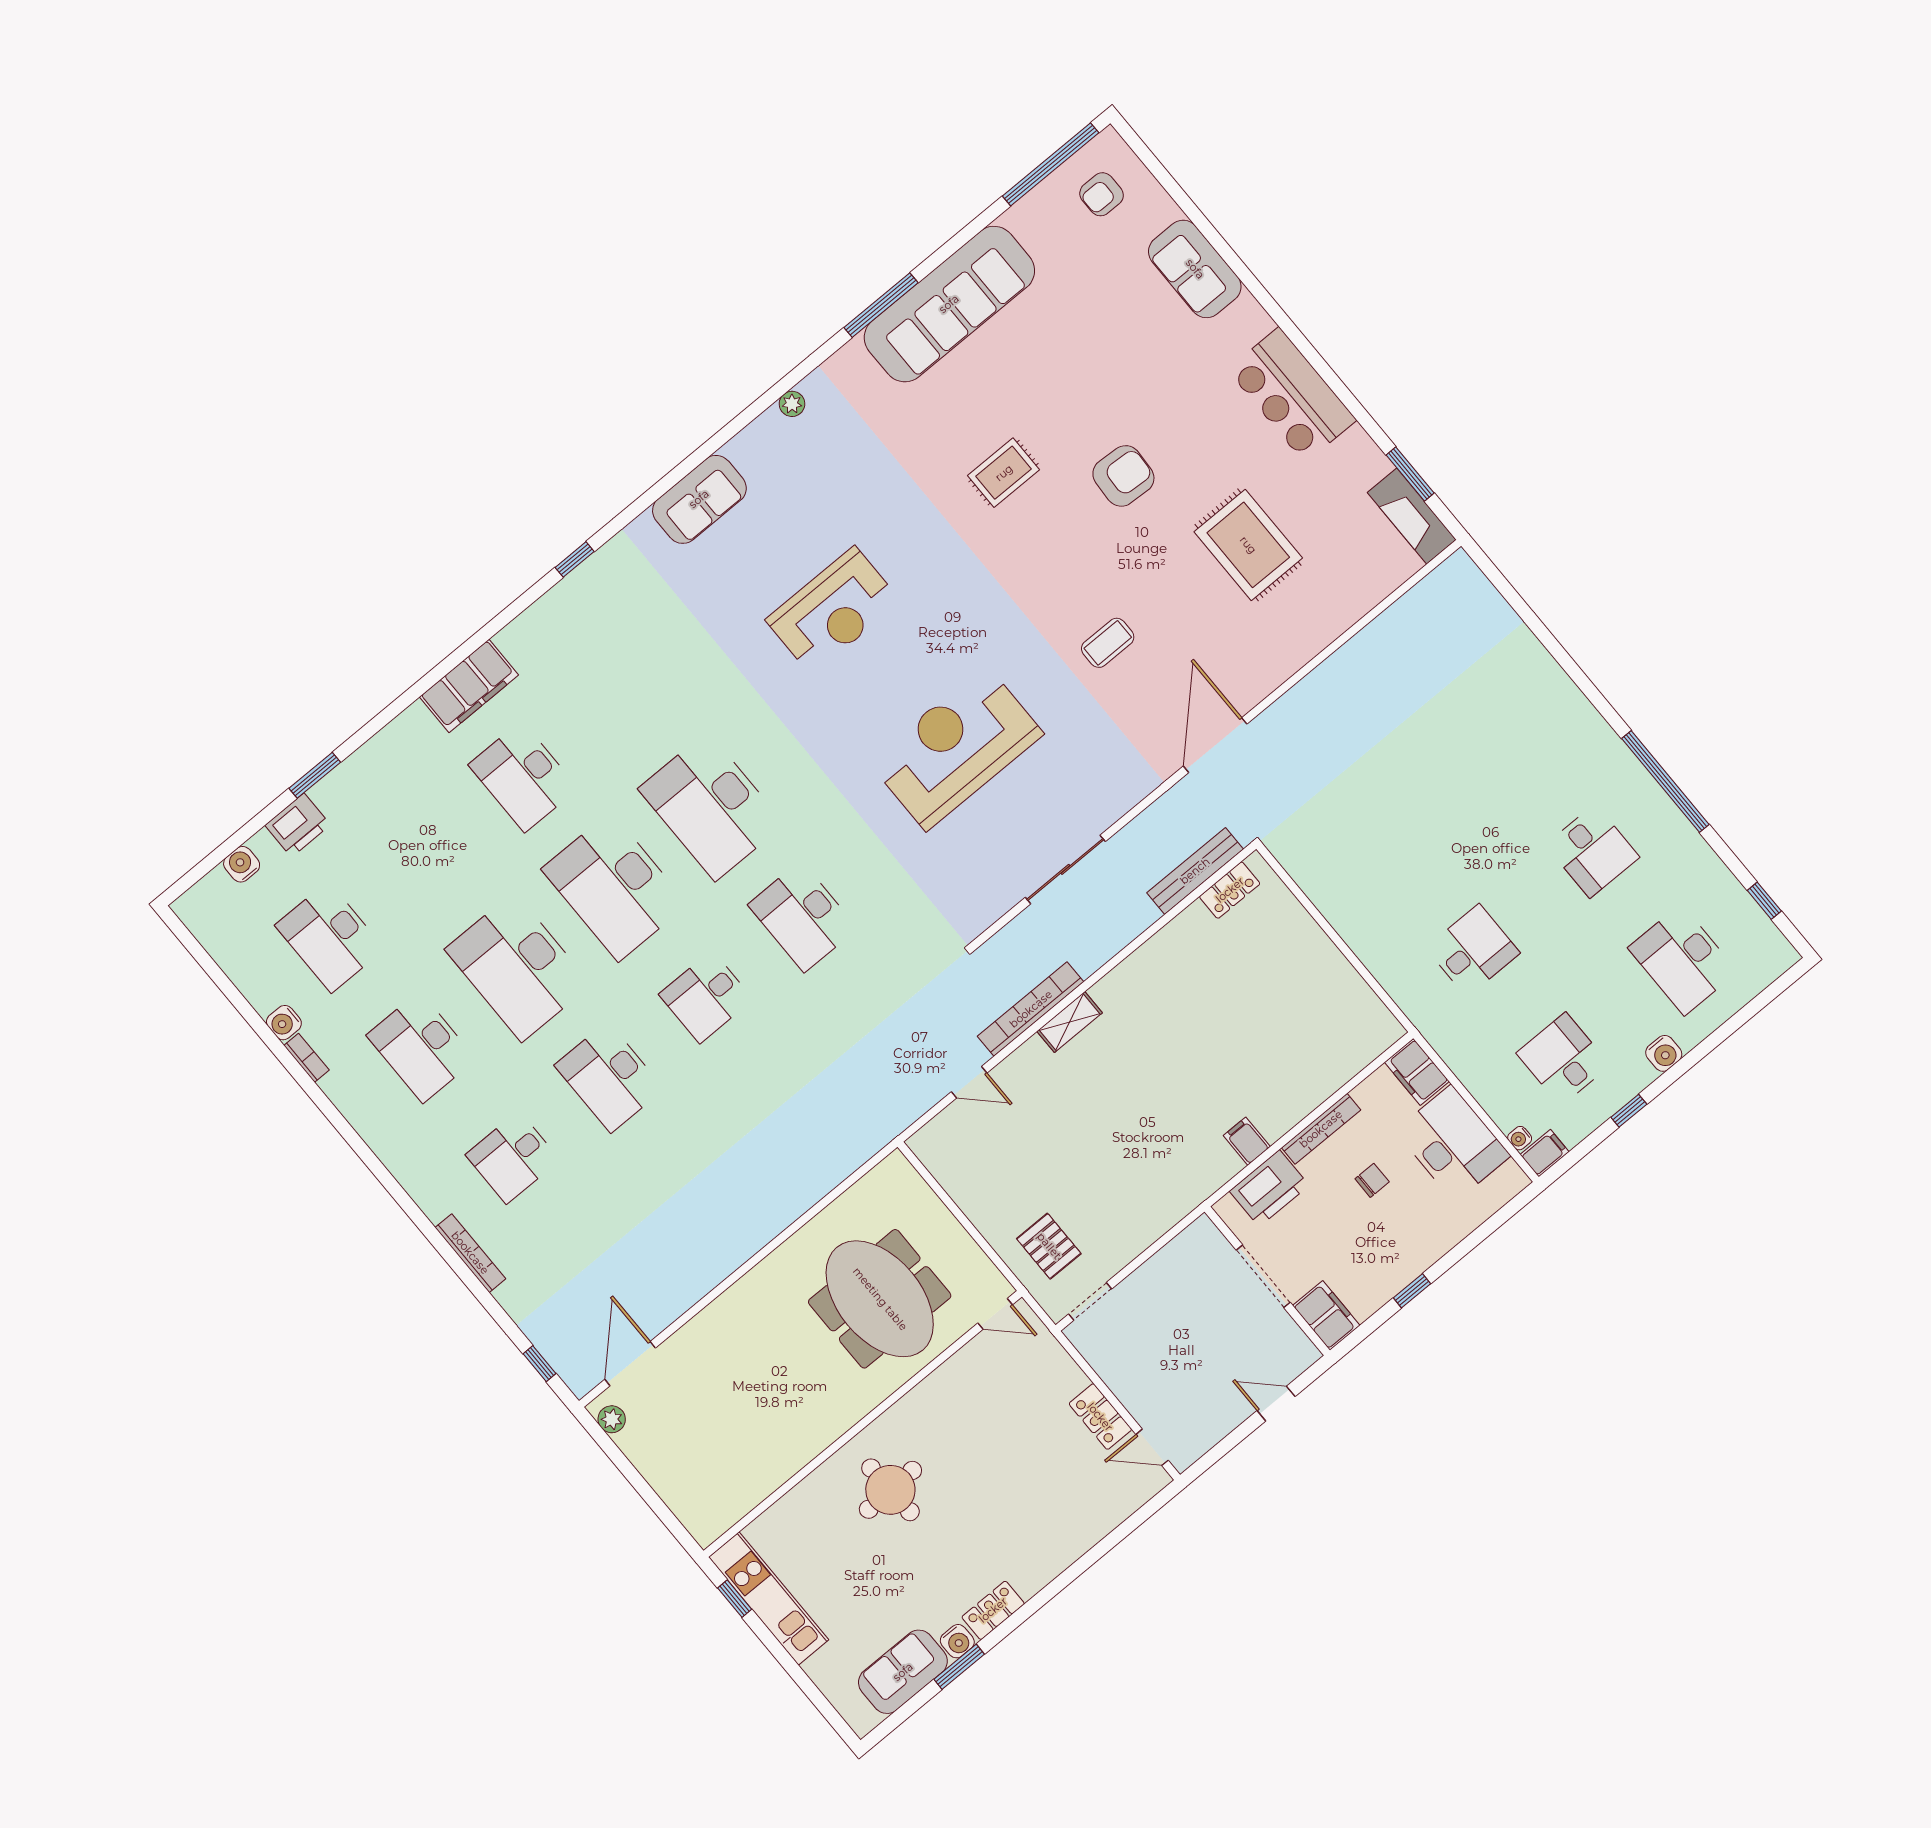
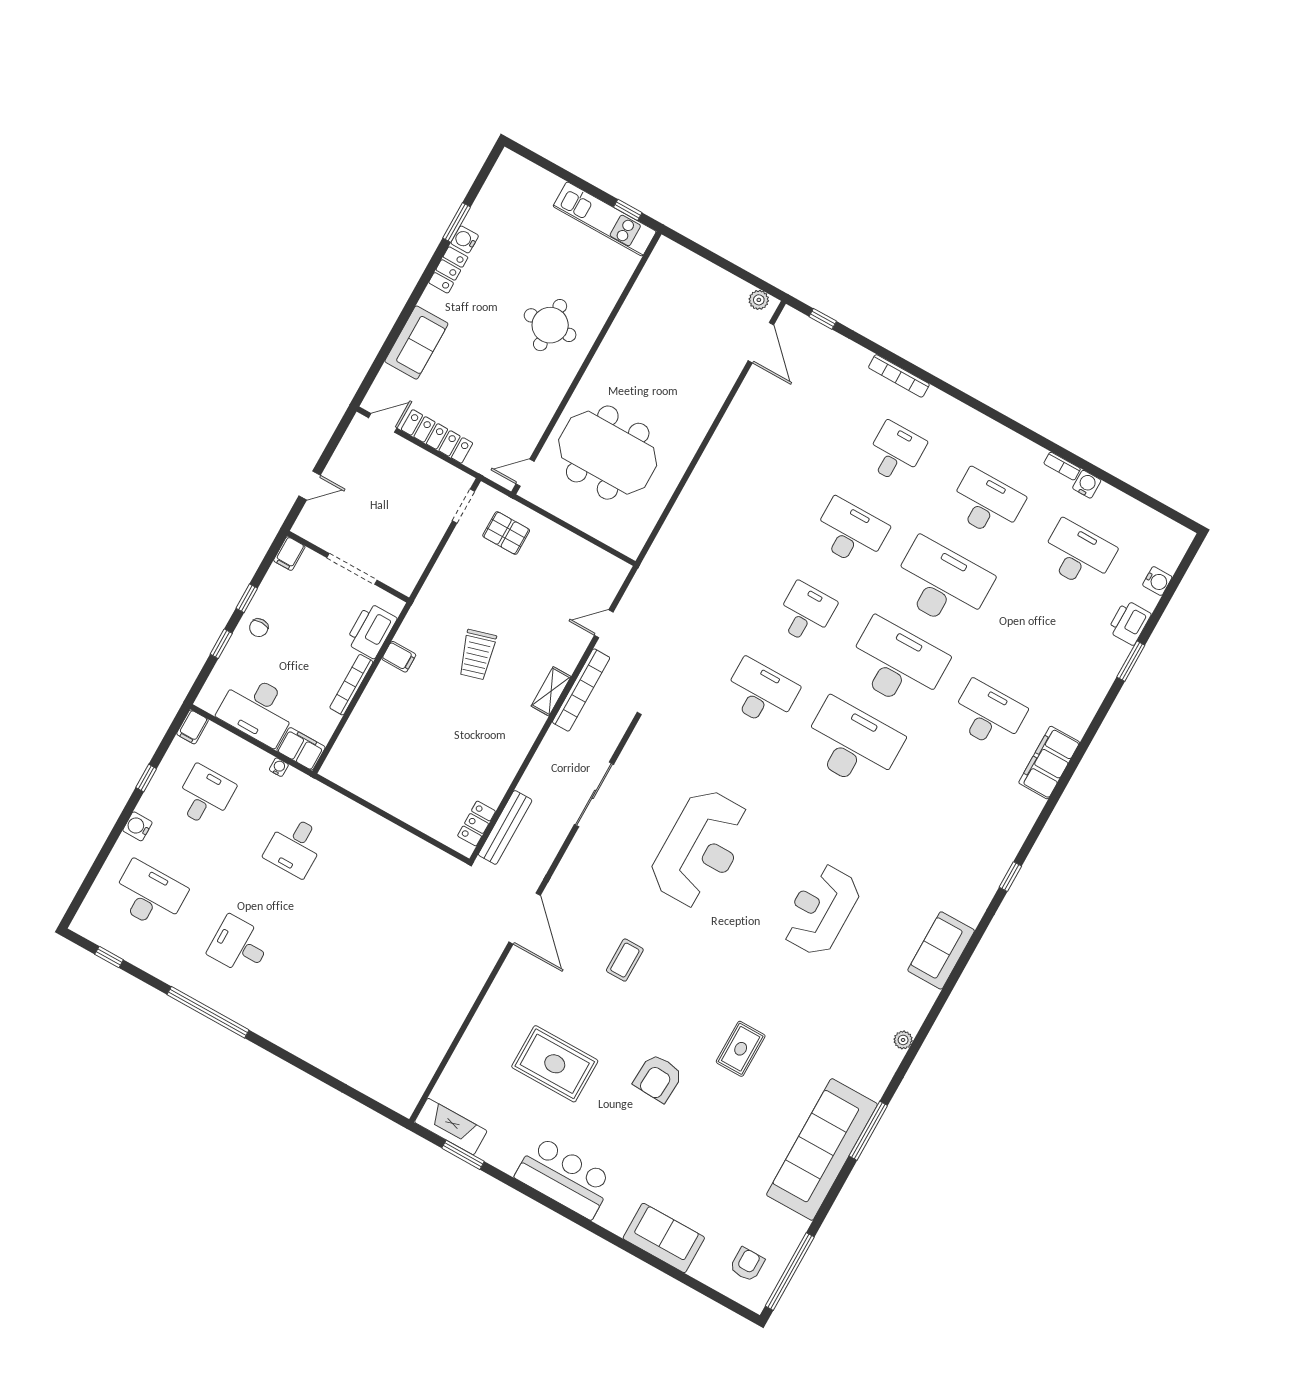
desk: (1563, 1059) -> (205, 796), turned -90
trolley: (1146, 1105) -> (477, 655), added
water cooler: (1520, 1138) -> (279, 767), moved
chair: (1372, 1180) -> (259, 628), moved
window: (1467, 1245) -> (221, 644), added
filing cabinet: (1326, 1315) -> (289, 554), width x0.50
locker: (1100, 1417) -> (437, 436), width x1.53
sofa: (903, 1672) -> (416, 343), moved

